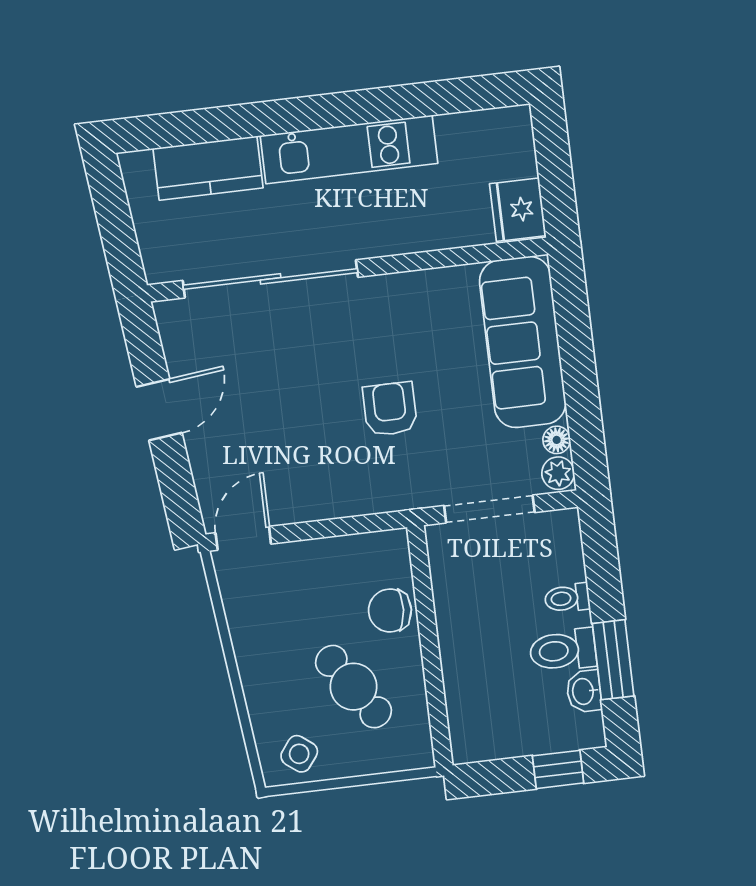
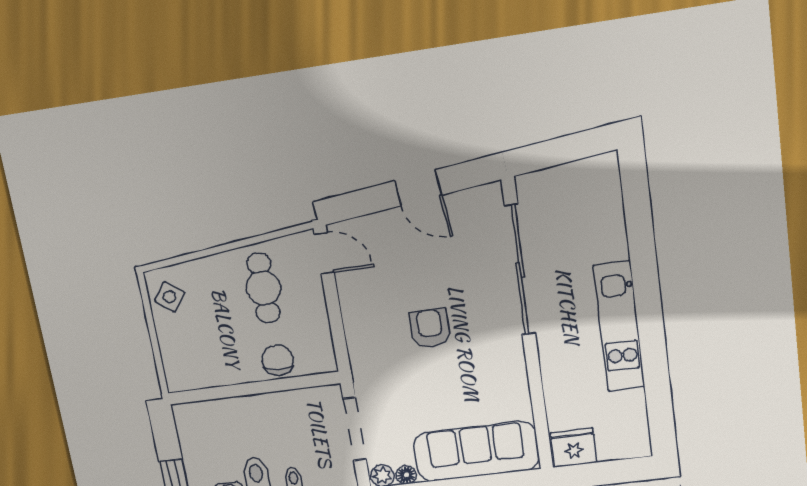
kitchen counter: (208, 168) -> (605, 221), removed
armchair: (390, 409) -> (430, 328), moved, turned -90
cafe table: (353, 687) -> (263, 288), moved, turned -56

